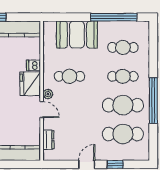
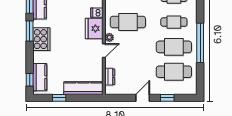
cafe table: (69, 76) -> (128, 22), width x1.37, depth x1.35
door: (42, 110) -> (104, 51), hinge flipped

